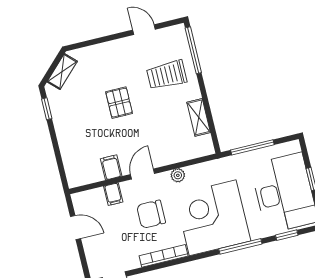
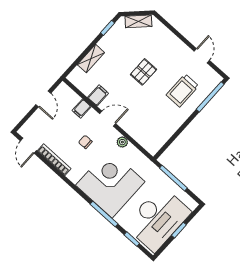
trolley: (167, 75) -> (182, 91), turned -90
shelving: (199, 117) -> (91, 59), moved
chair: (151, 214) -> (85, 142), width x0.54, depth x0.54
bookcase: (164, 256) -> (54, 160), moved

